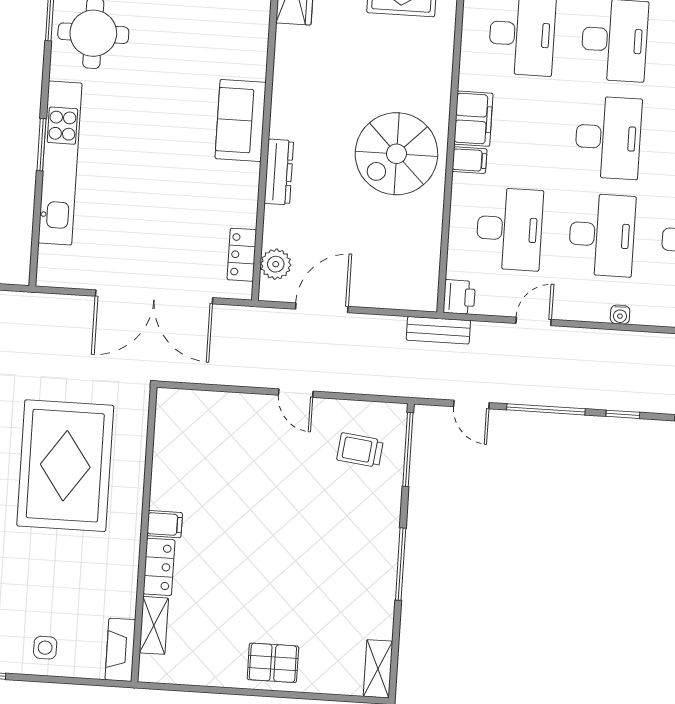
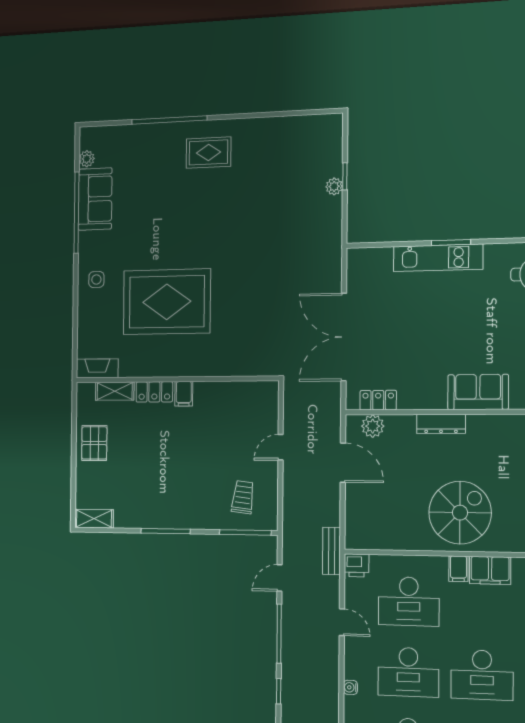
spiral stairs: (396, 154) -> (460, 513), turned 90
kitchen unit: (60, 163) -> (438, 258), width x0.73
rug: (65, 466) -> (167, 302), moved
filing cabinet: (165, 524) -> (184, 394), moved
wall: (144, 534) -> (176, 379), moved
locker: (159, 567) -> (154, 392), moved
shelving: (154, 625) -> (115, 391), moved
fireplace: (120, 650) -> (97, 368), moved

